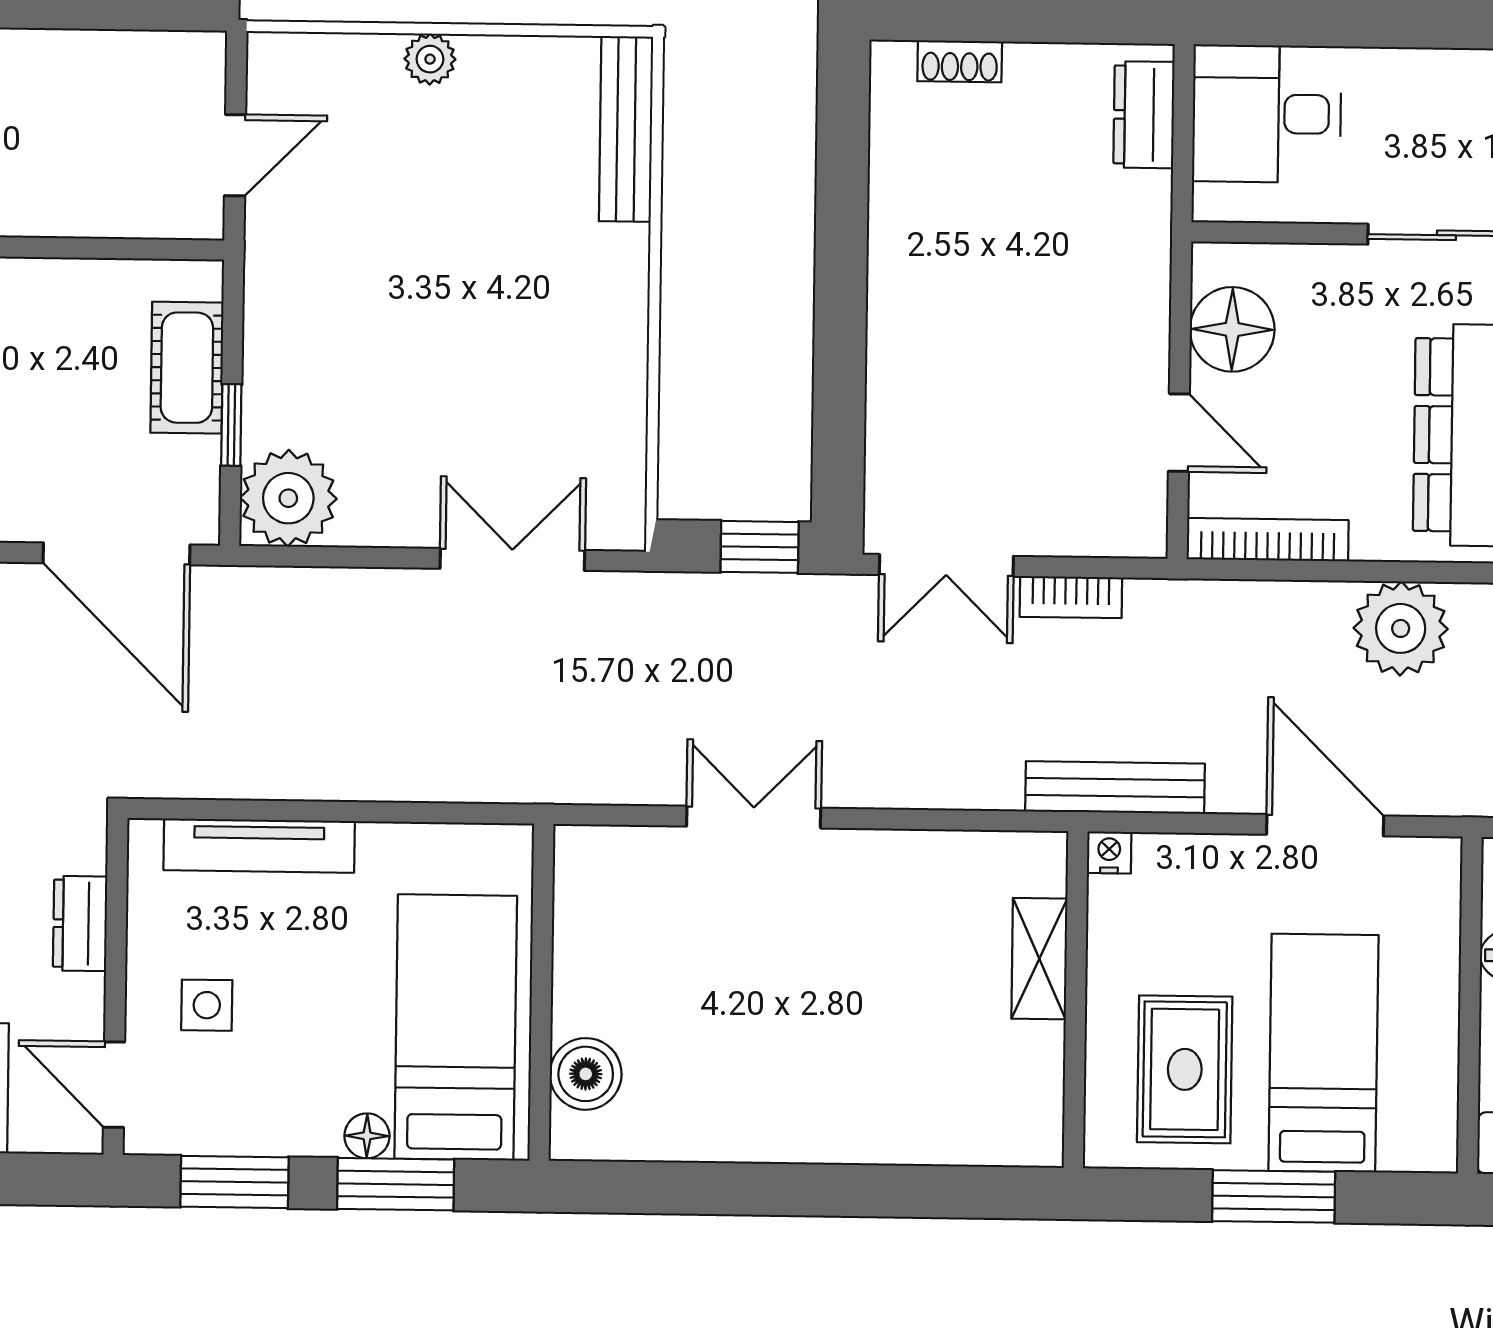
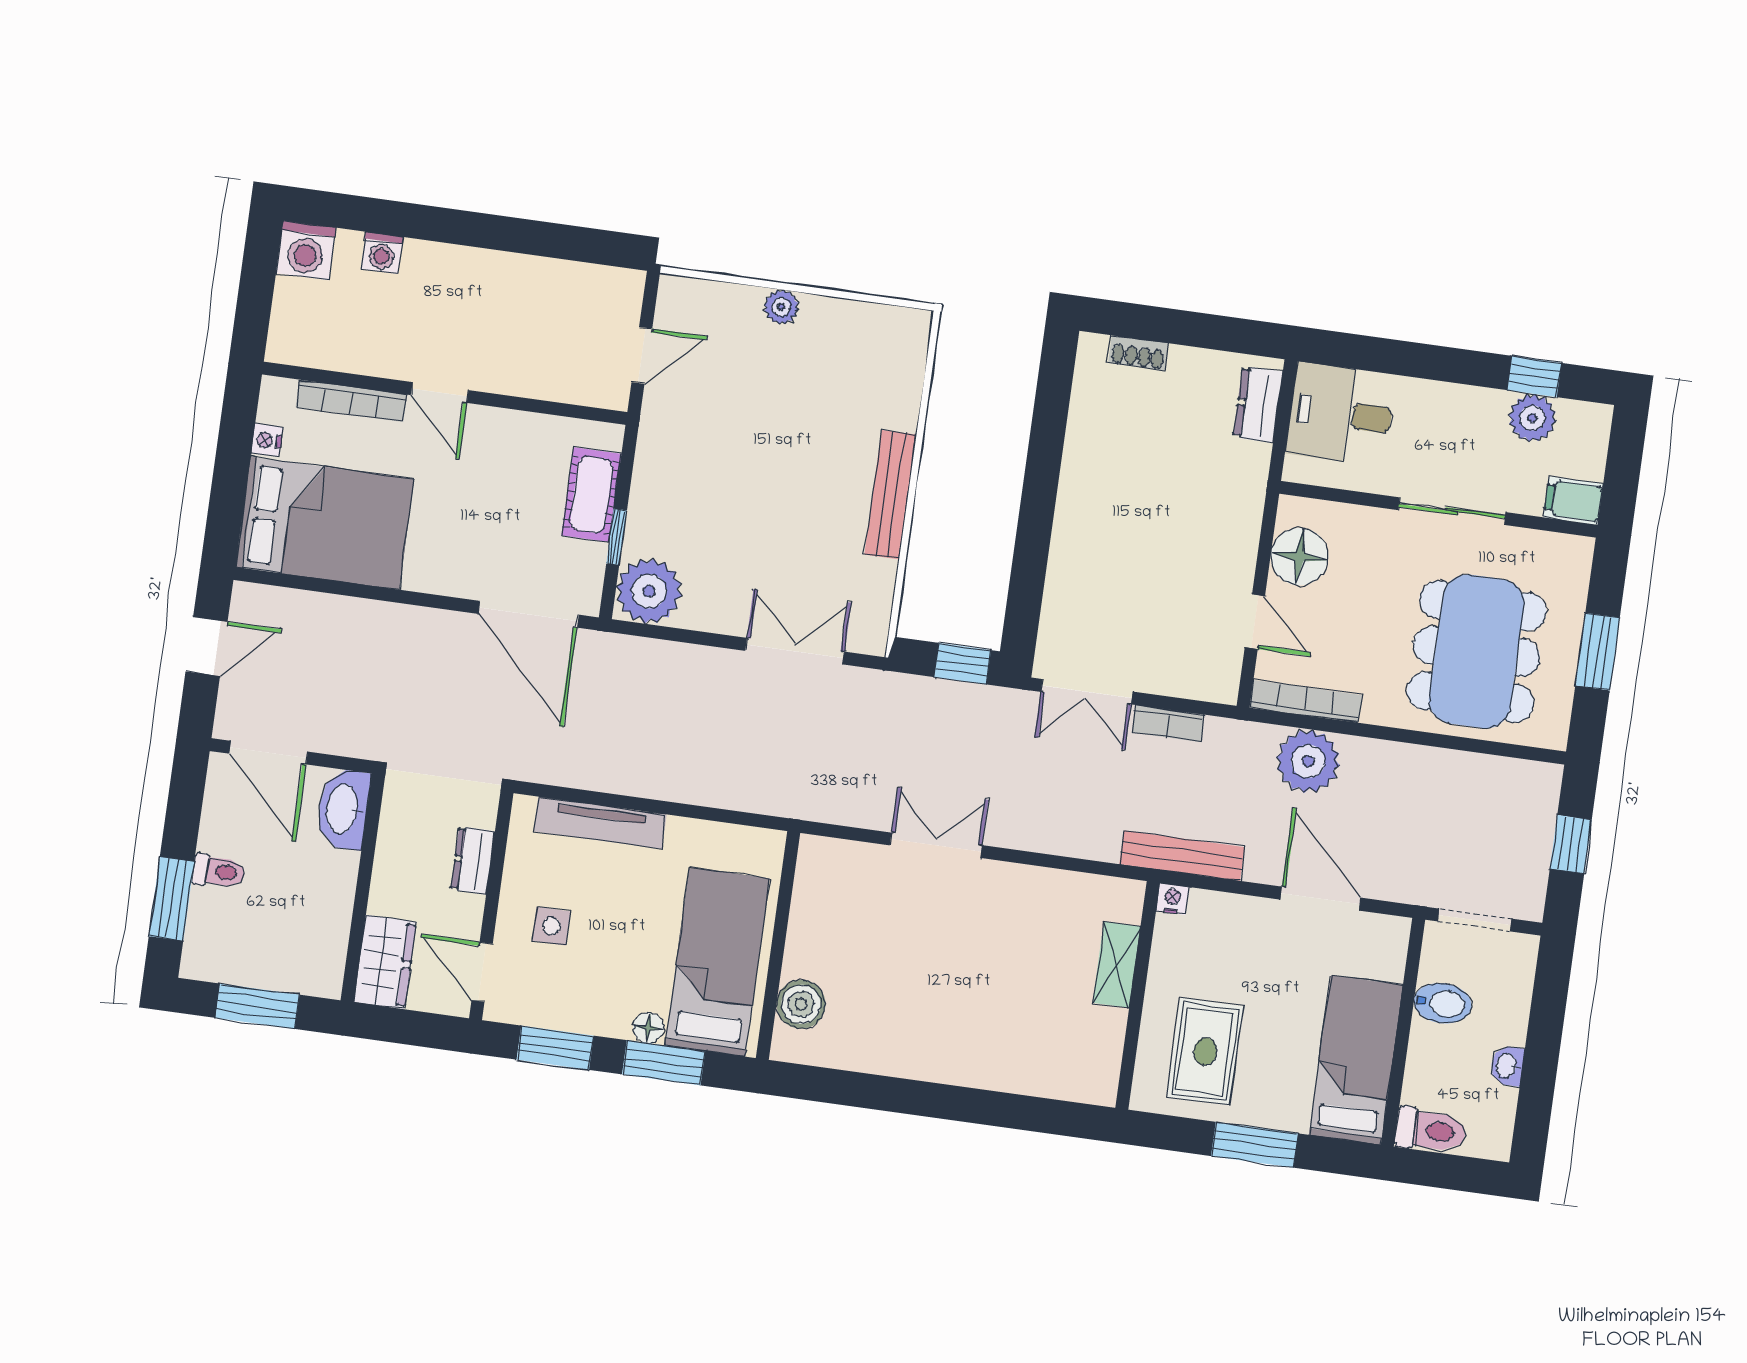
bench: (626, 129) -> (890, 495), moved
plant: (1401, 628) -> (1308, 761), moved
bed: (1323, 1053) -> (1356, 1060), moved

